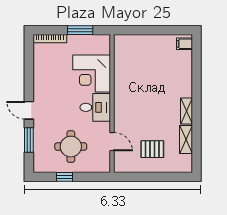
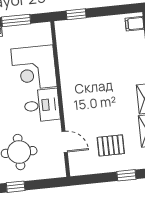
window: (134, 30) -> (76, 14), added
window: (163, 177) -> (126, 175), added

